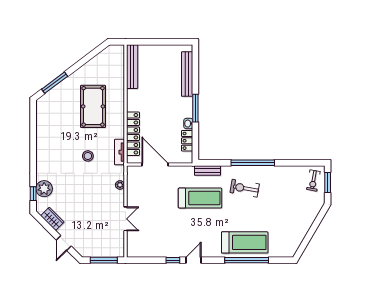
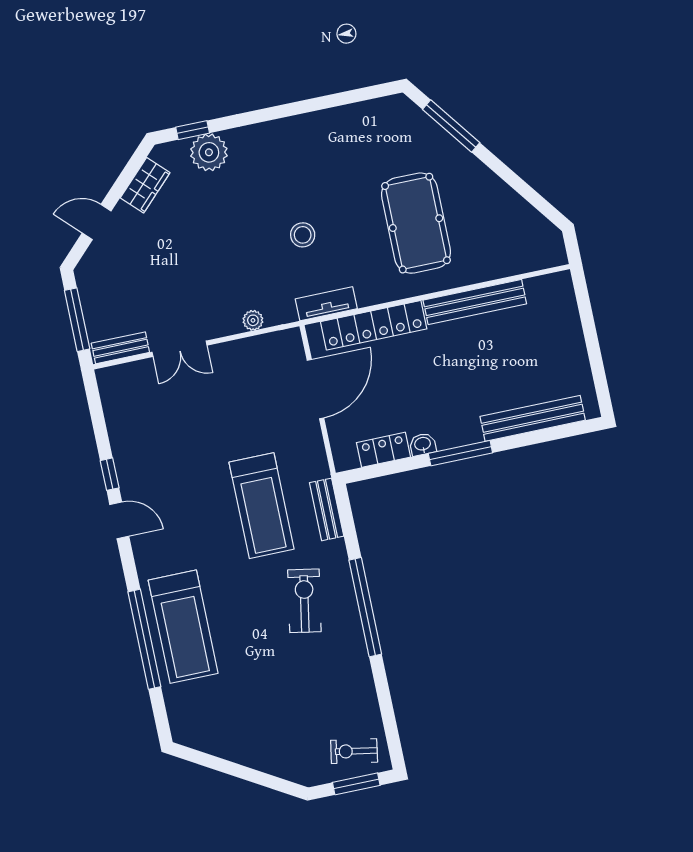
bench: (132, 67) -> (475, 302), moved
pool table: (93, 106) -> (416, 223), turned 90
bench: (120, 244) -> (120, 348), added

